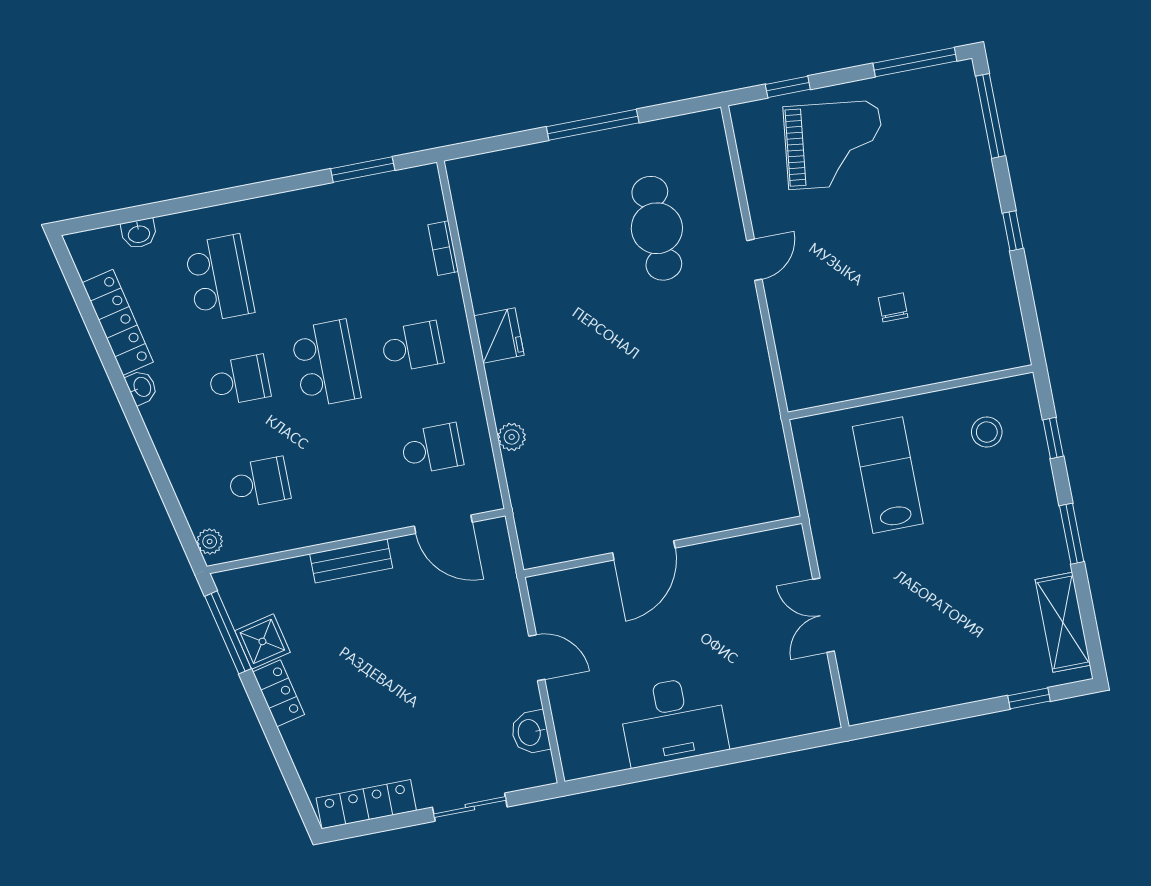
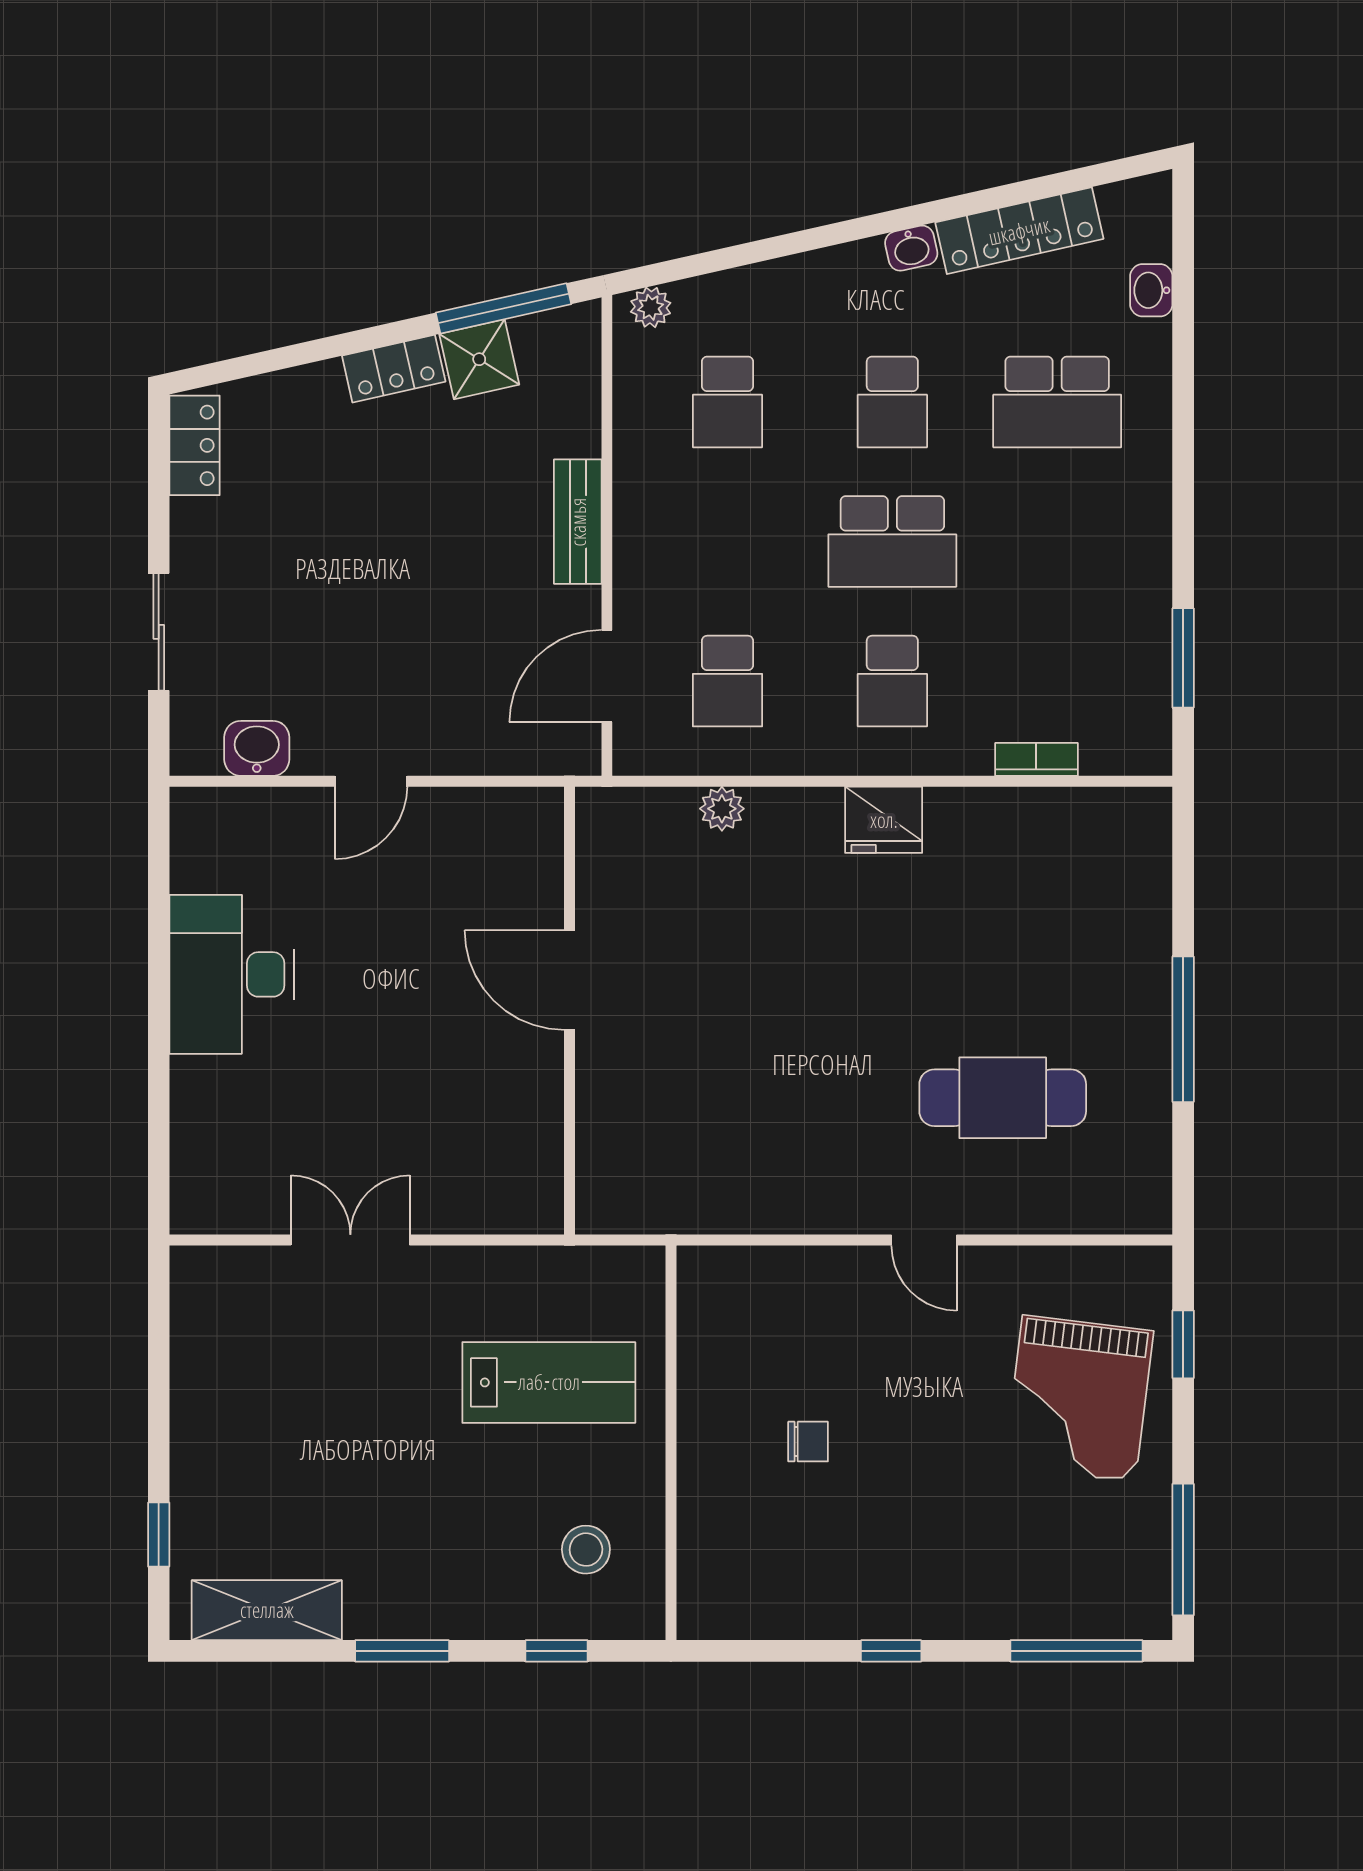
wall: (663, 547) -> (570, 1011), moved
door: (644, 550) -> (570, 980), moved
locker: (366, 804) -> (195, 445), width x0.66

